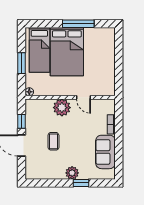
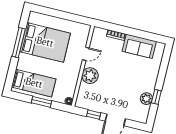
bed: (67, 52) -> (45, 42), moved
coffee table: (53, 141) -> (118, 90), removed
plant: (72, 173) -> (146, 99), moved
window: (81, 183) -> (156, 97), moved

